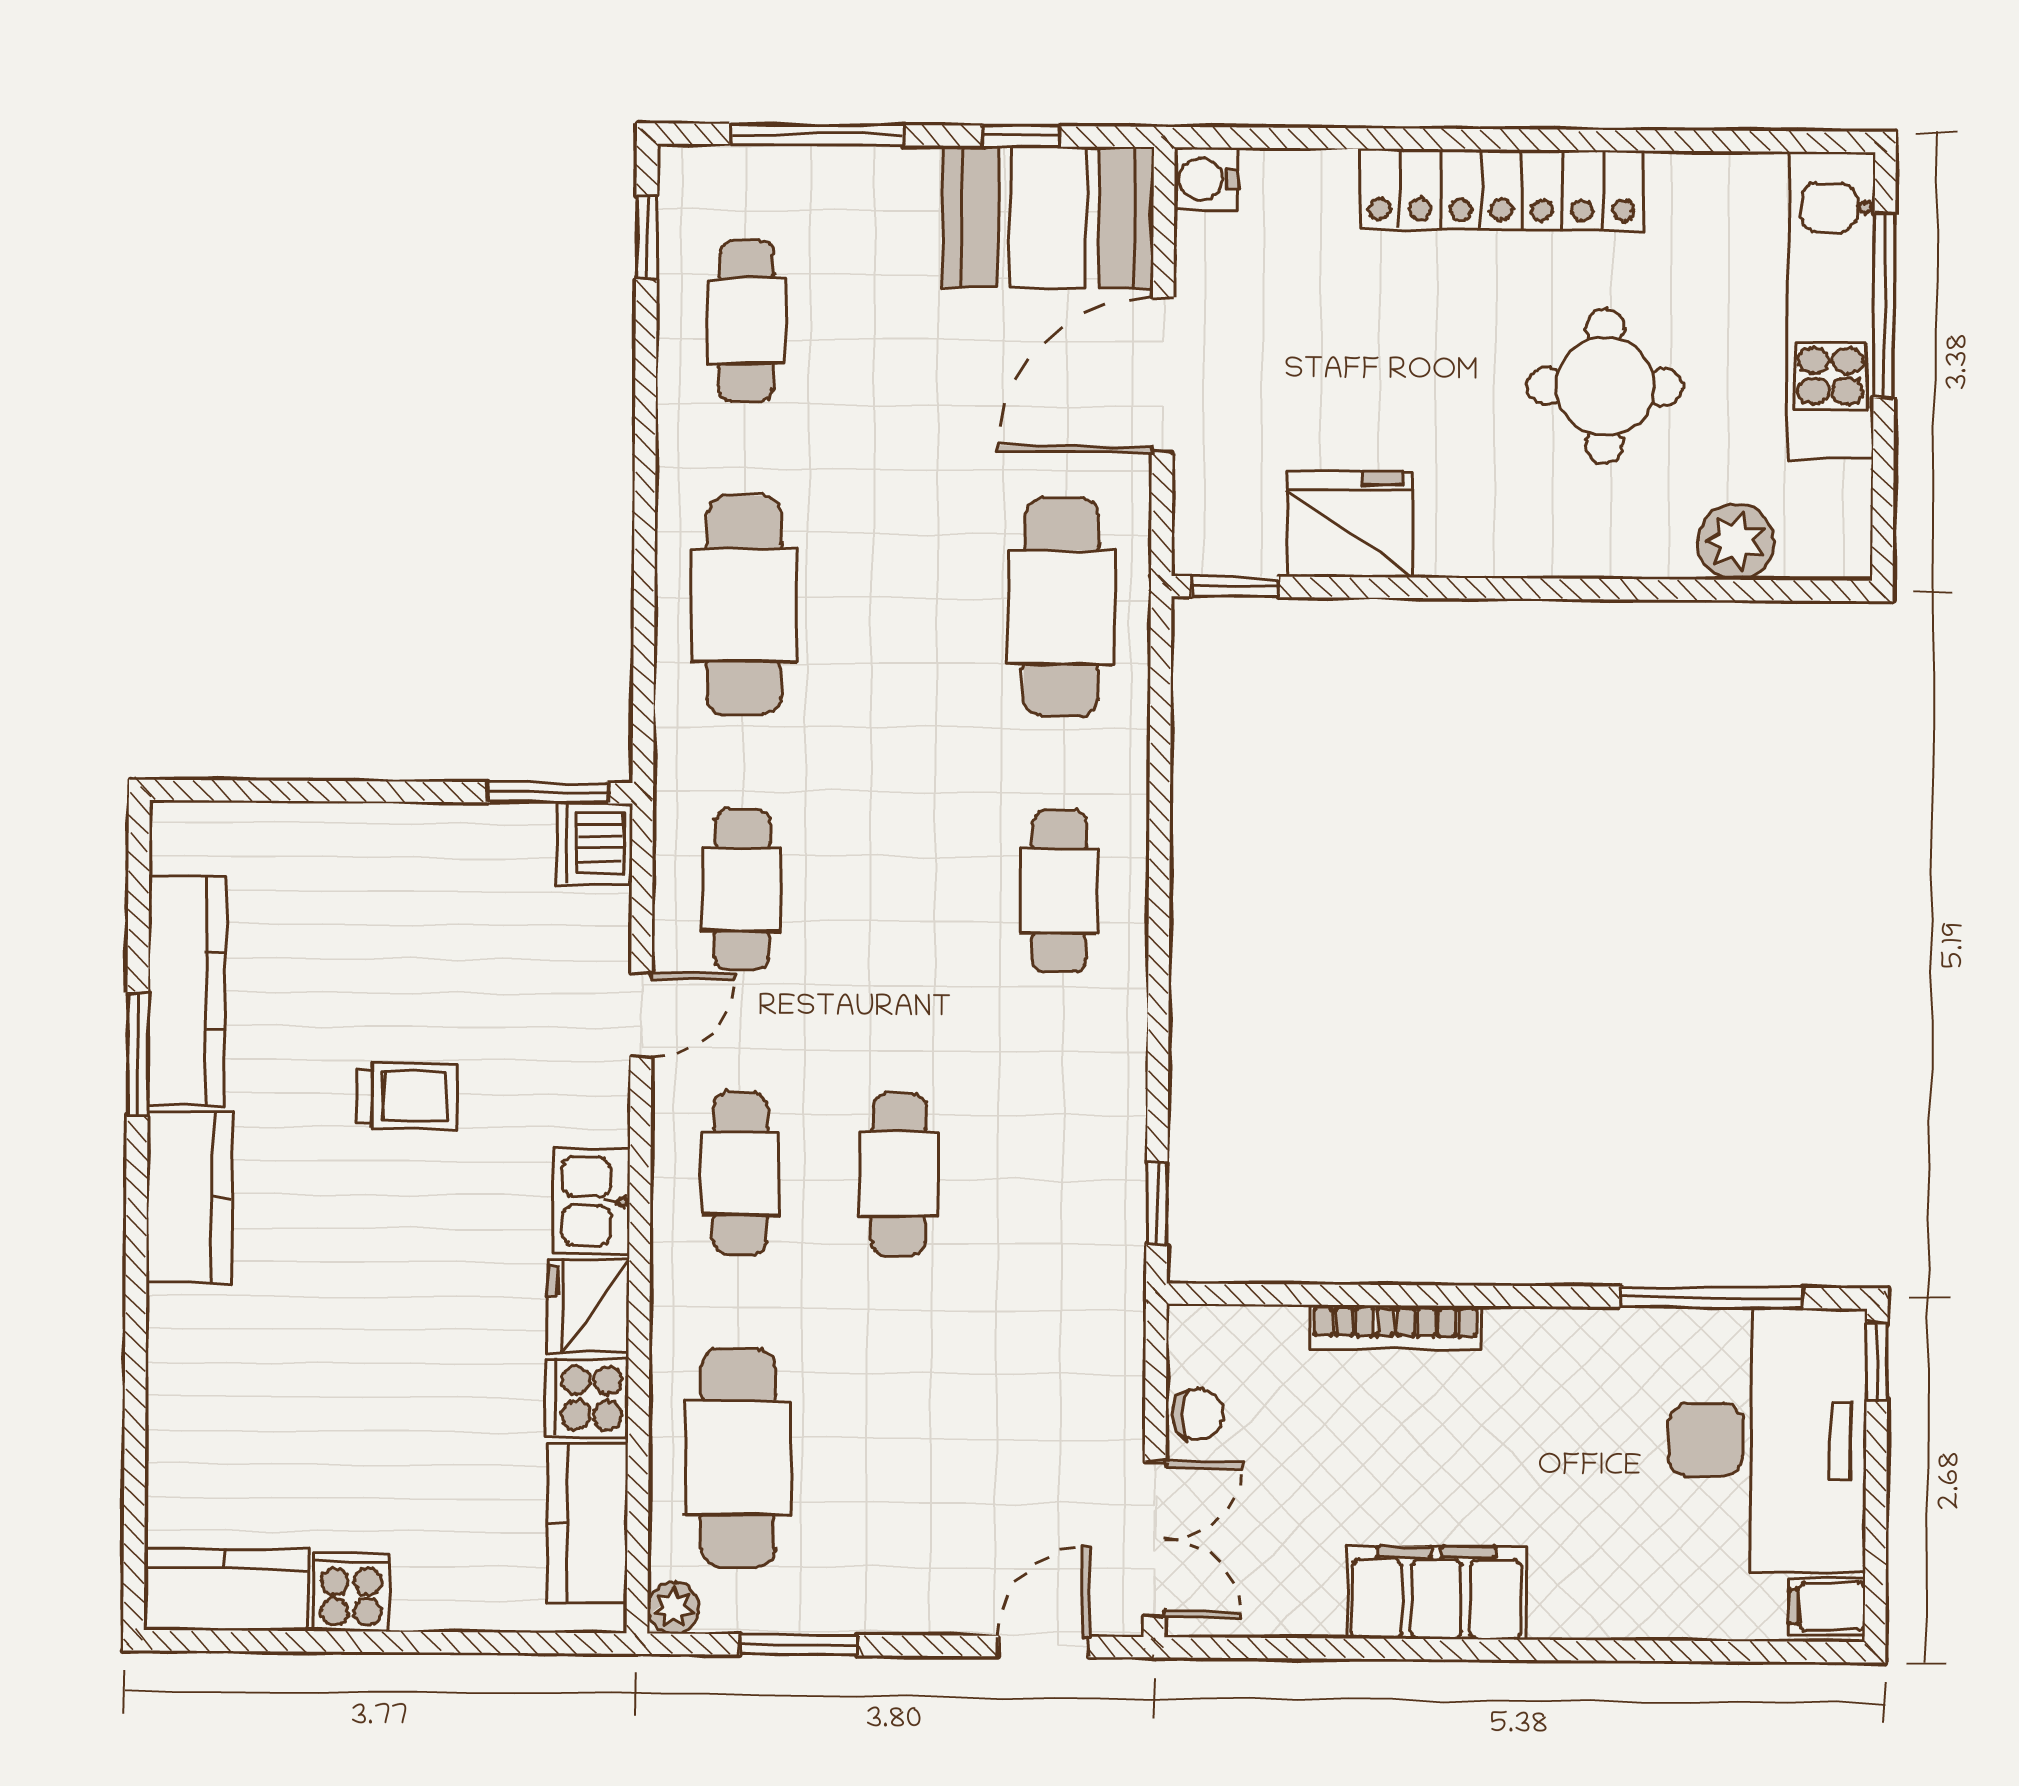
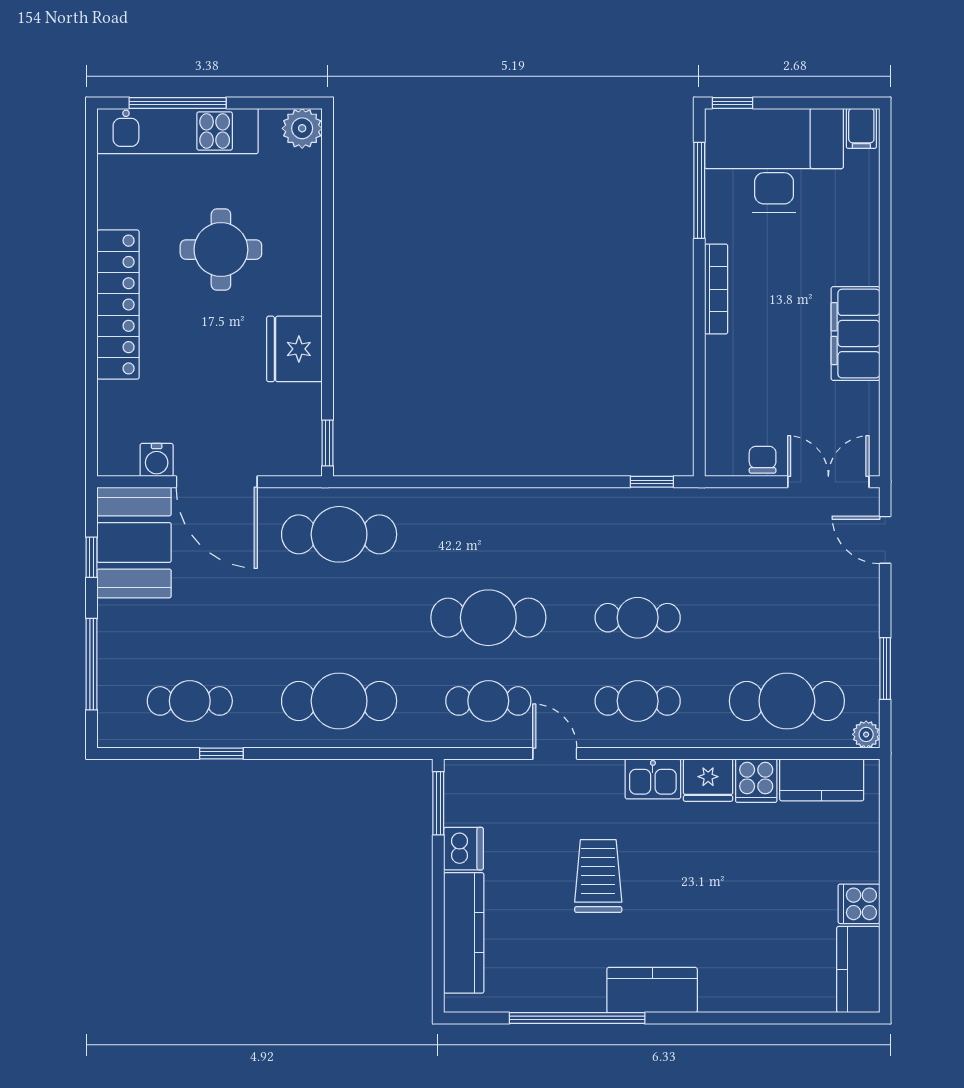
water cooler: (1206, 179) -> (157, 460), moved
window: (647, 237) -> (221, 754), moved
fridge: (1350, 524) -> (294, 349), moved
plant: (1735, 542) -> (302, 128), moved
dishwasher: (594, 844) -> (463, 849), moved, turned -90
cafe table: (1059, 891) -> (488, 618), moved, width x1.37, depth x1.35
kitchen counter: (186, 991) -> (464, 933), moved, turned 90
window: (138, 1054) -> (577, 1018), width x2.11
trolley: (407, 1096) -> (598, 876), width x1.36, depth x1.39
bookcase: (1395, 1327) -> (716, 289), moved

